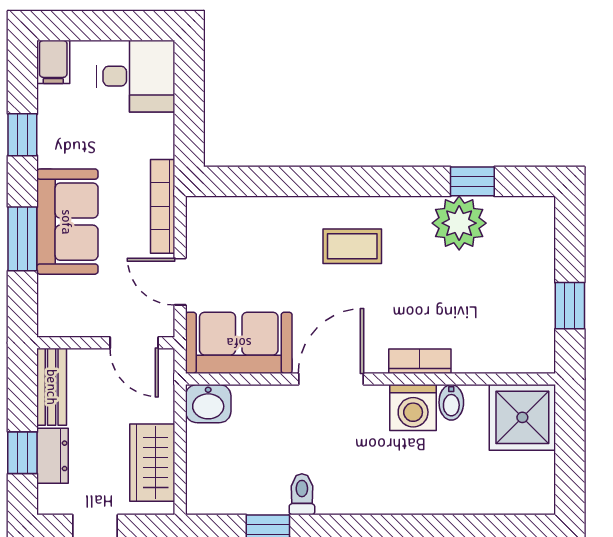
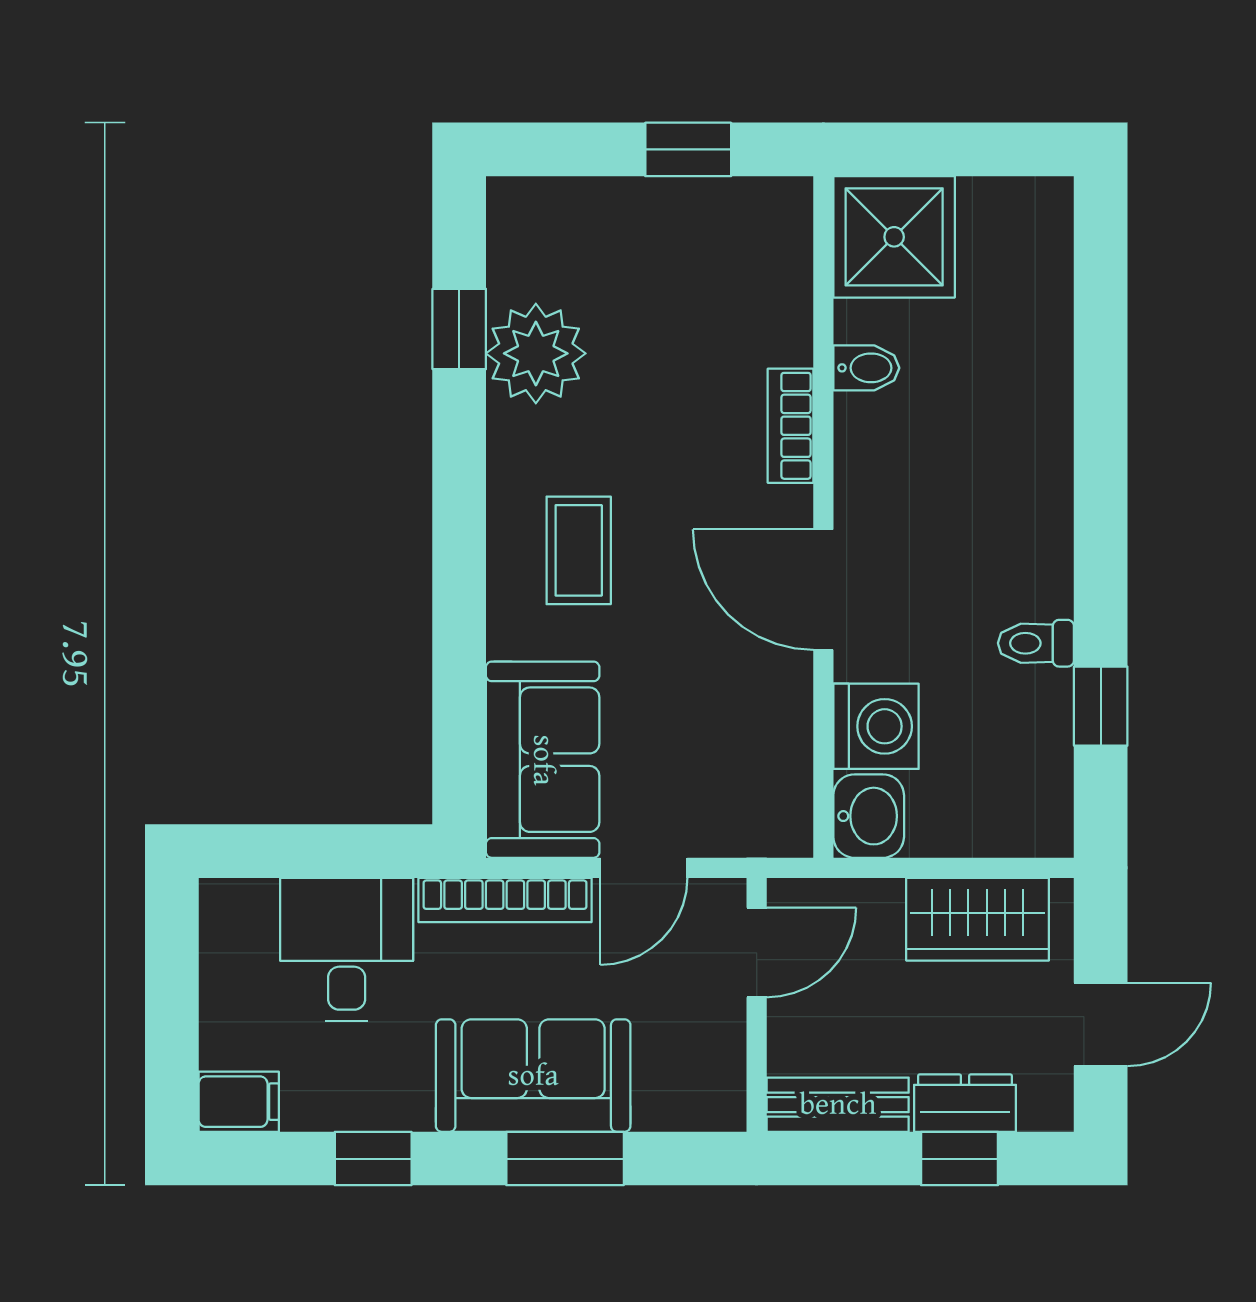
desk: (136, 76) -> (347, 950), moved
sofa: (239, 343) -> (543, 760), moved, turned 180
washing machine: (413, 408) -> (876, 726), moved

